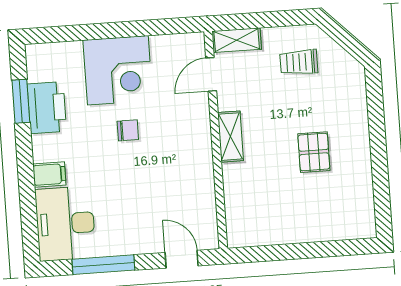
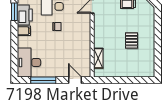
shelving: (230, 137) -> (98, 58), moved
filing cabinet: (49, 174) -> (24, 31), moved

